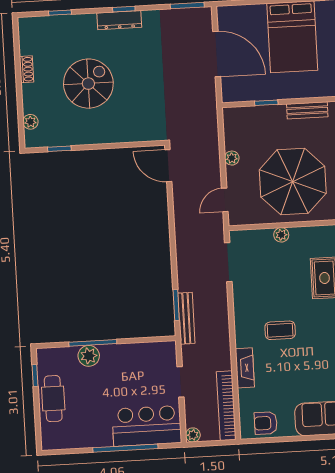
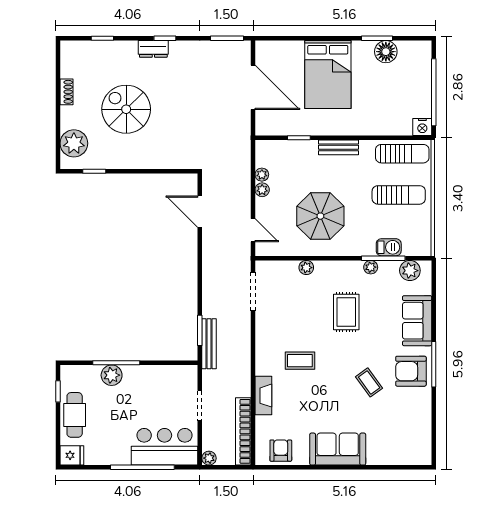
dresser: (119, 20) -> (153, 49), width x0.70
spiral stairs: (88, 84) -> (126, 109), turned -90
plant: (30, 122) -> (74, 143), width x1.88, depth x1.88
plant: (231, 143) -> (262, 175), added
door: (168, 166) -> (200, 212), moved
parasol: (293, 182) -> (320, 216), width x0.73, depth x0.73
door: (225, 200) -> (253, 230), swing flipped
armchair: (266, 423) -> (281, 451), turned 90
fridge: (53, 440) -> (72, 455), added

